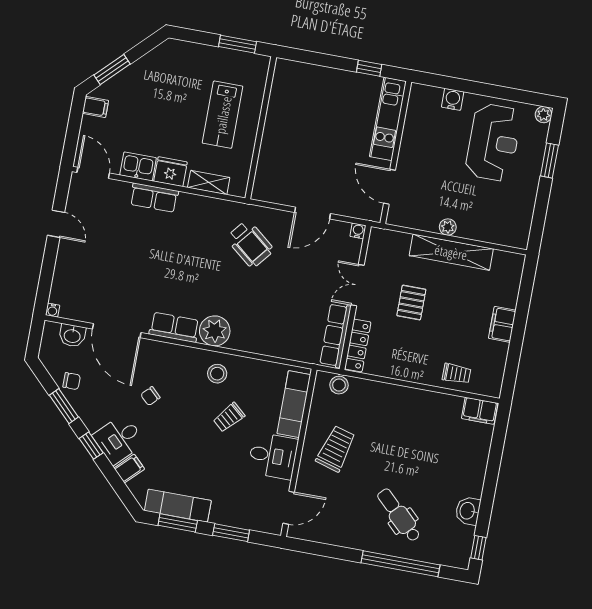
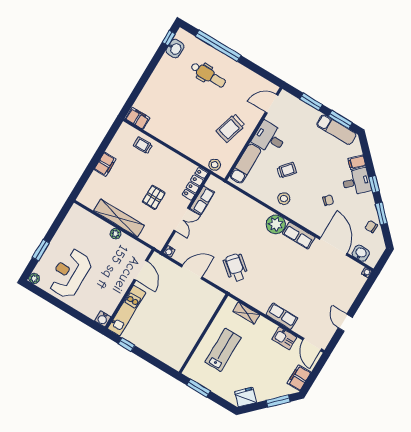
water cooler: (453, 99) -> (103, 319), moved
filing cabinet: (95, 107) -> (299, 378), width x2.00
fridge: (170, 172) -> (245, 397), moved, turned 135
row of seats: (335, 335) -> (202, 200), width x0.68
washbasin: (468, 511) -> (175, 48), moved
dental chair: (399, 515) -> (208, 75), turned -44

